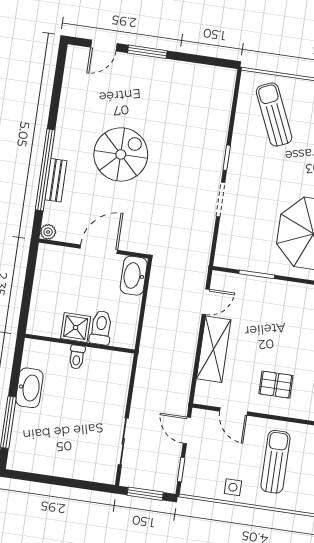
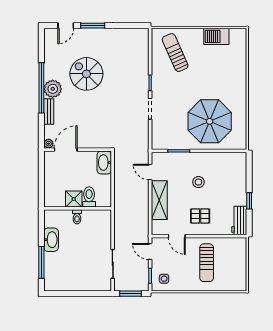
plant: (68, 144) -> (53, 89), added
spiral stairs: (121, 154) -> (86, 74), moved, turned -90
window: (45, 170) -> (41, 88), moved
door: (99, 249) -> (66, 150), moved
door: (206, 302) -> (150, 172), swing flipped
stool: (281, 329) -> (198, 182), added
sun lounger: (275, 462) -> (207, 263), turned 180
side table: (233, 487) -> (164, 279), moved

